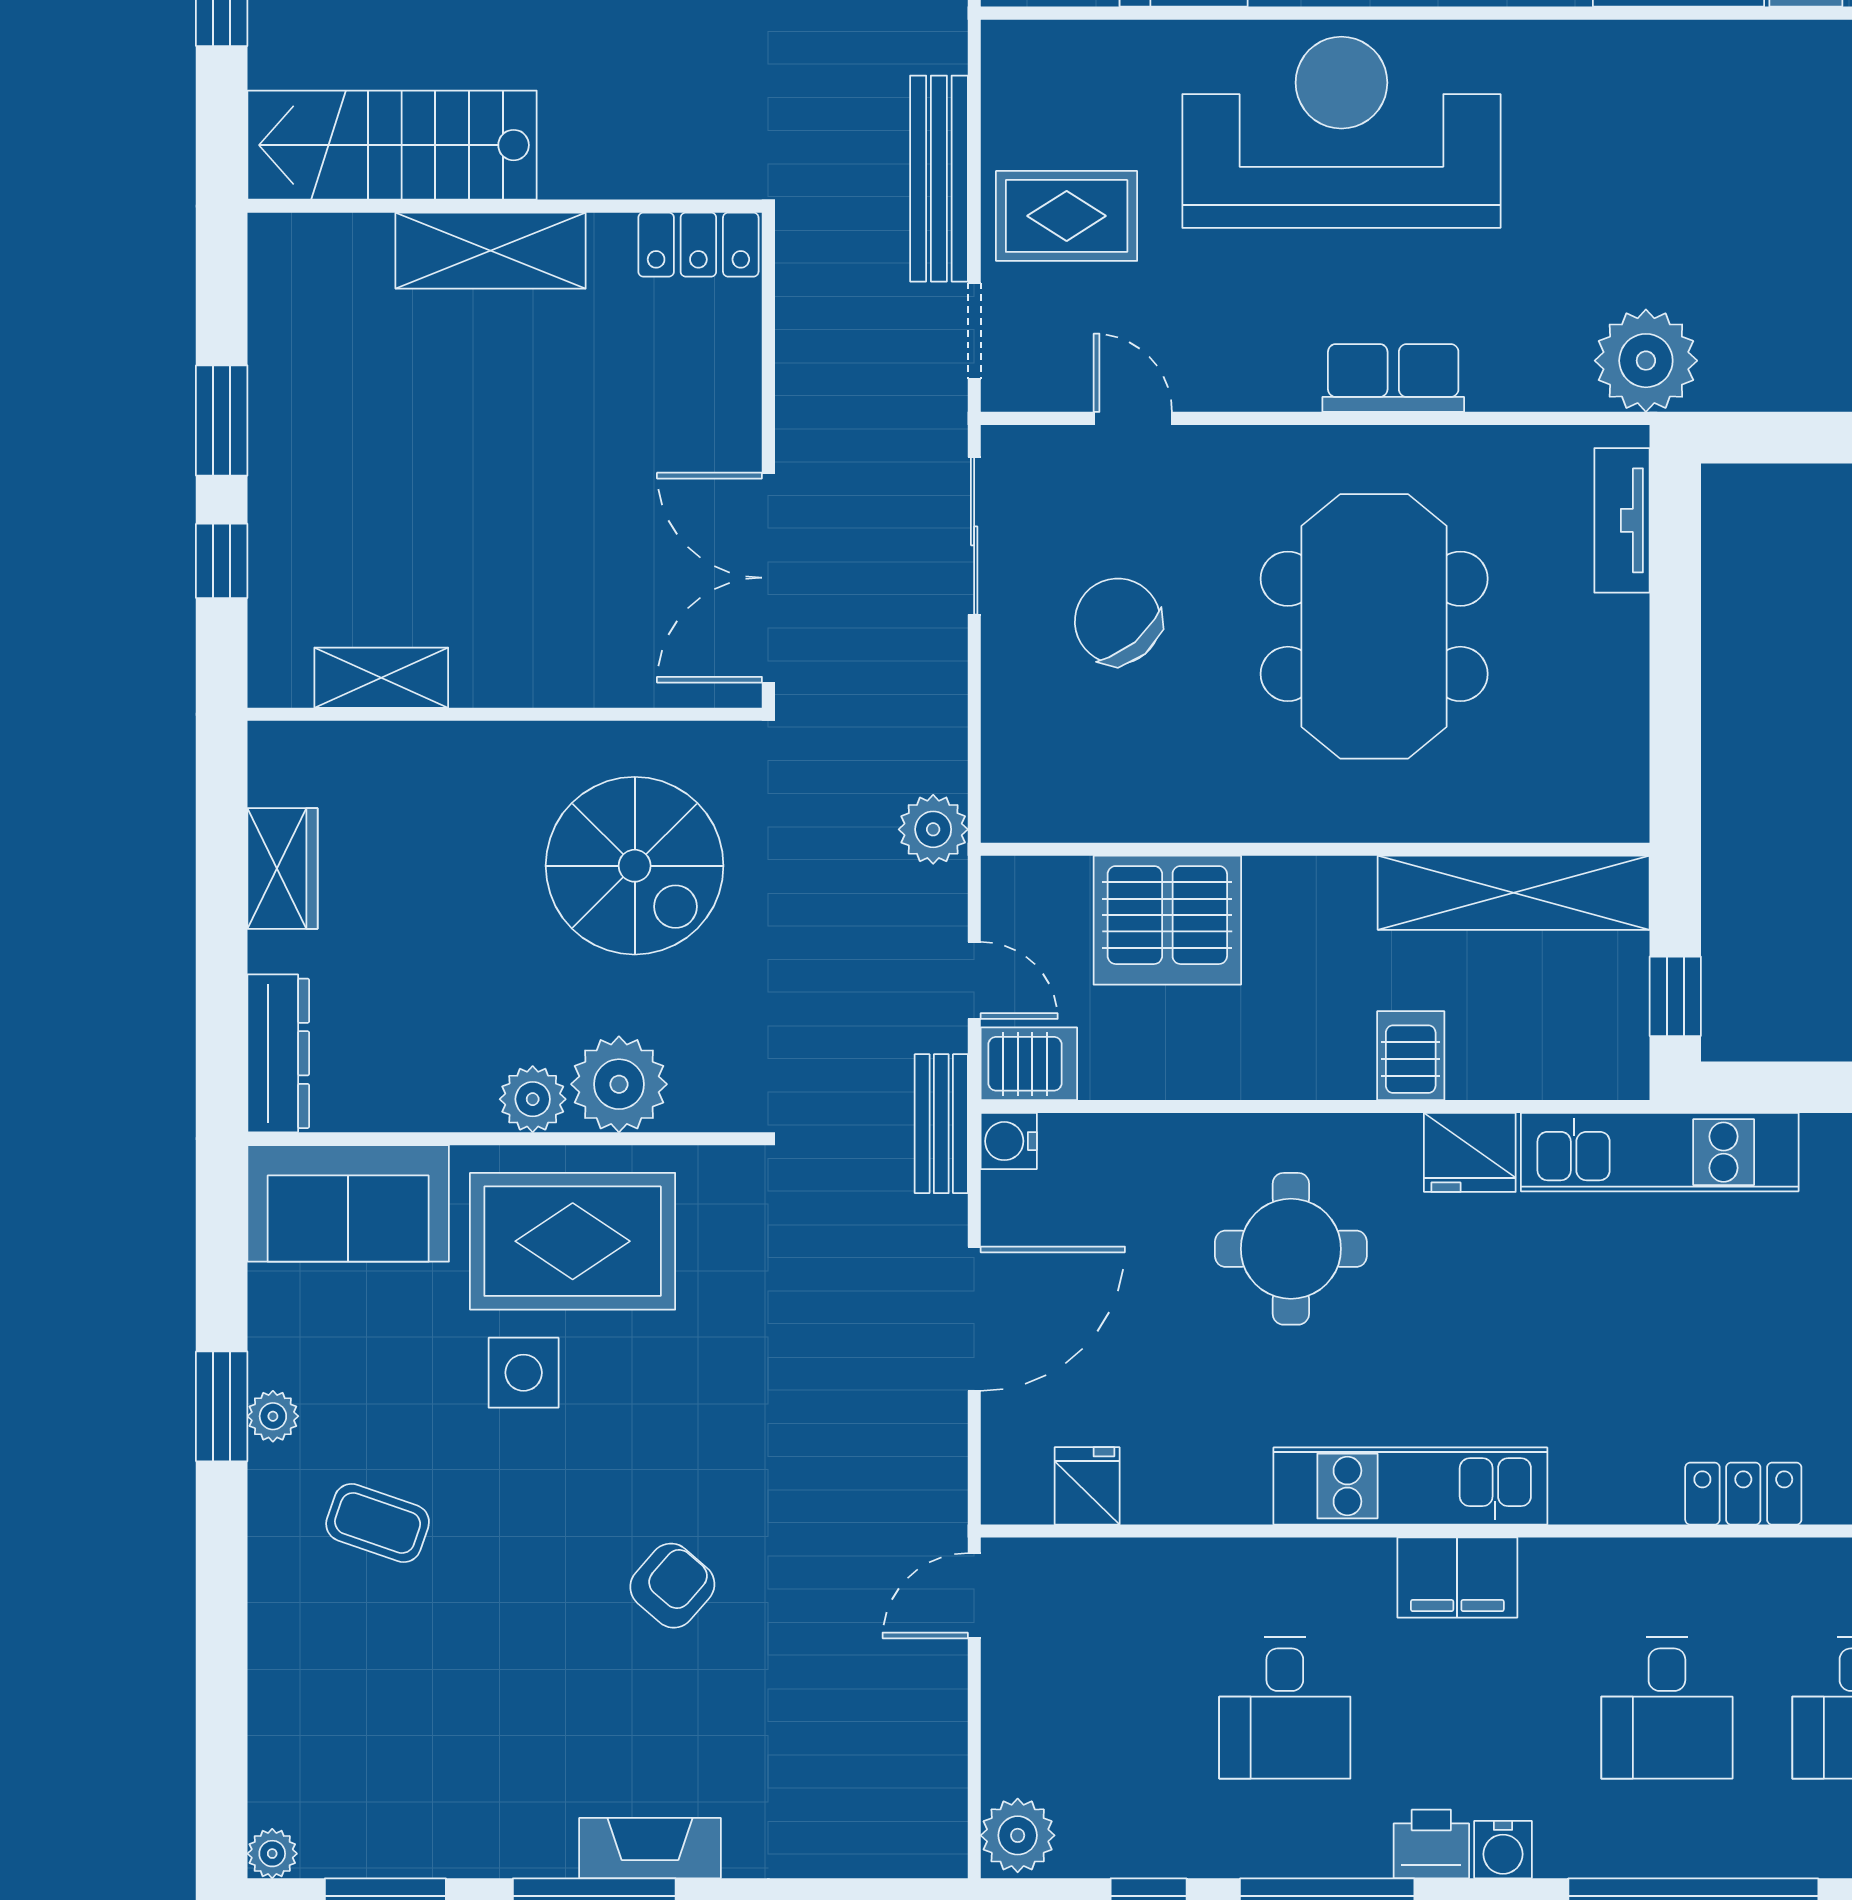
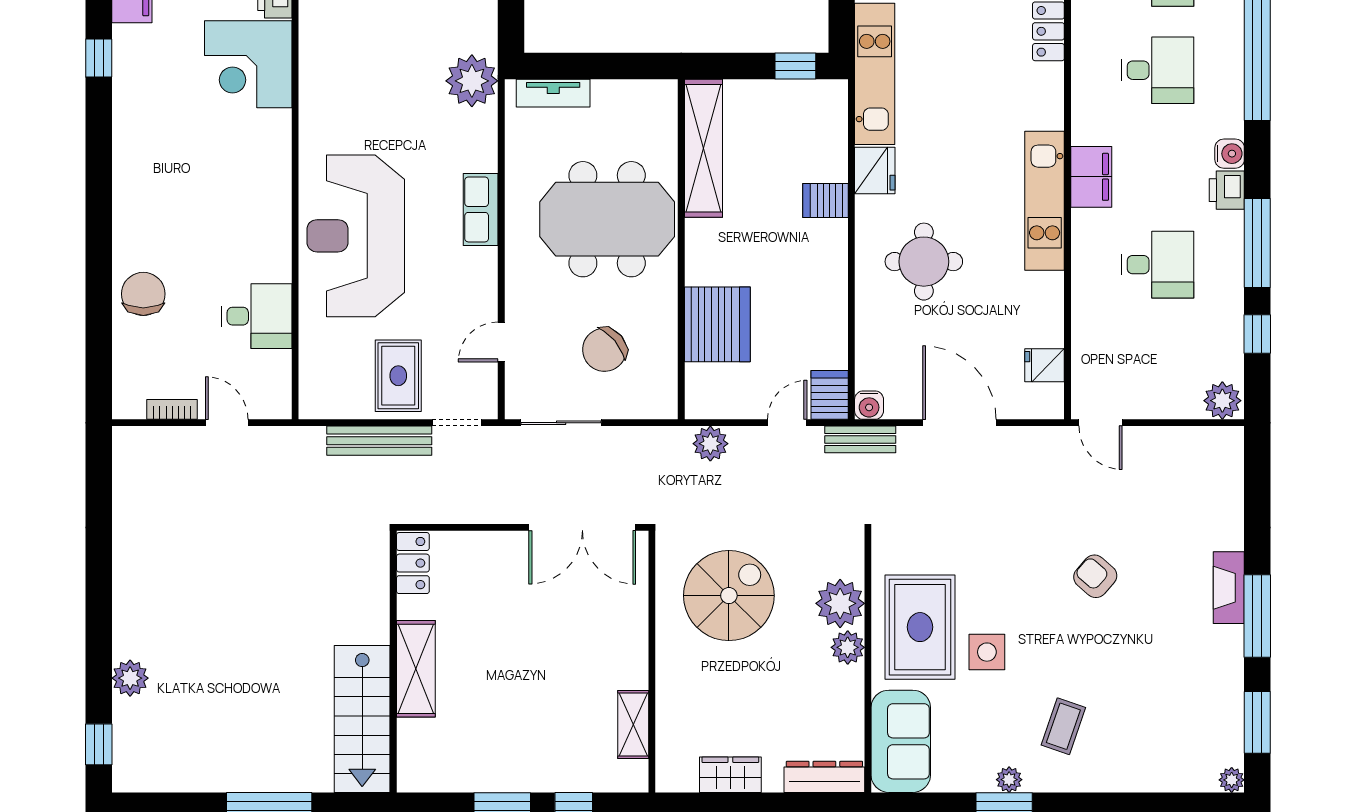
wall: (1315, 849) -> (681, 249), moved
shelving: (1514, 893) -> (703, 148), moved
server rack: (1167, 920) -> (717, 324), moved

